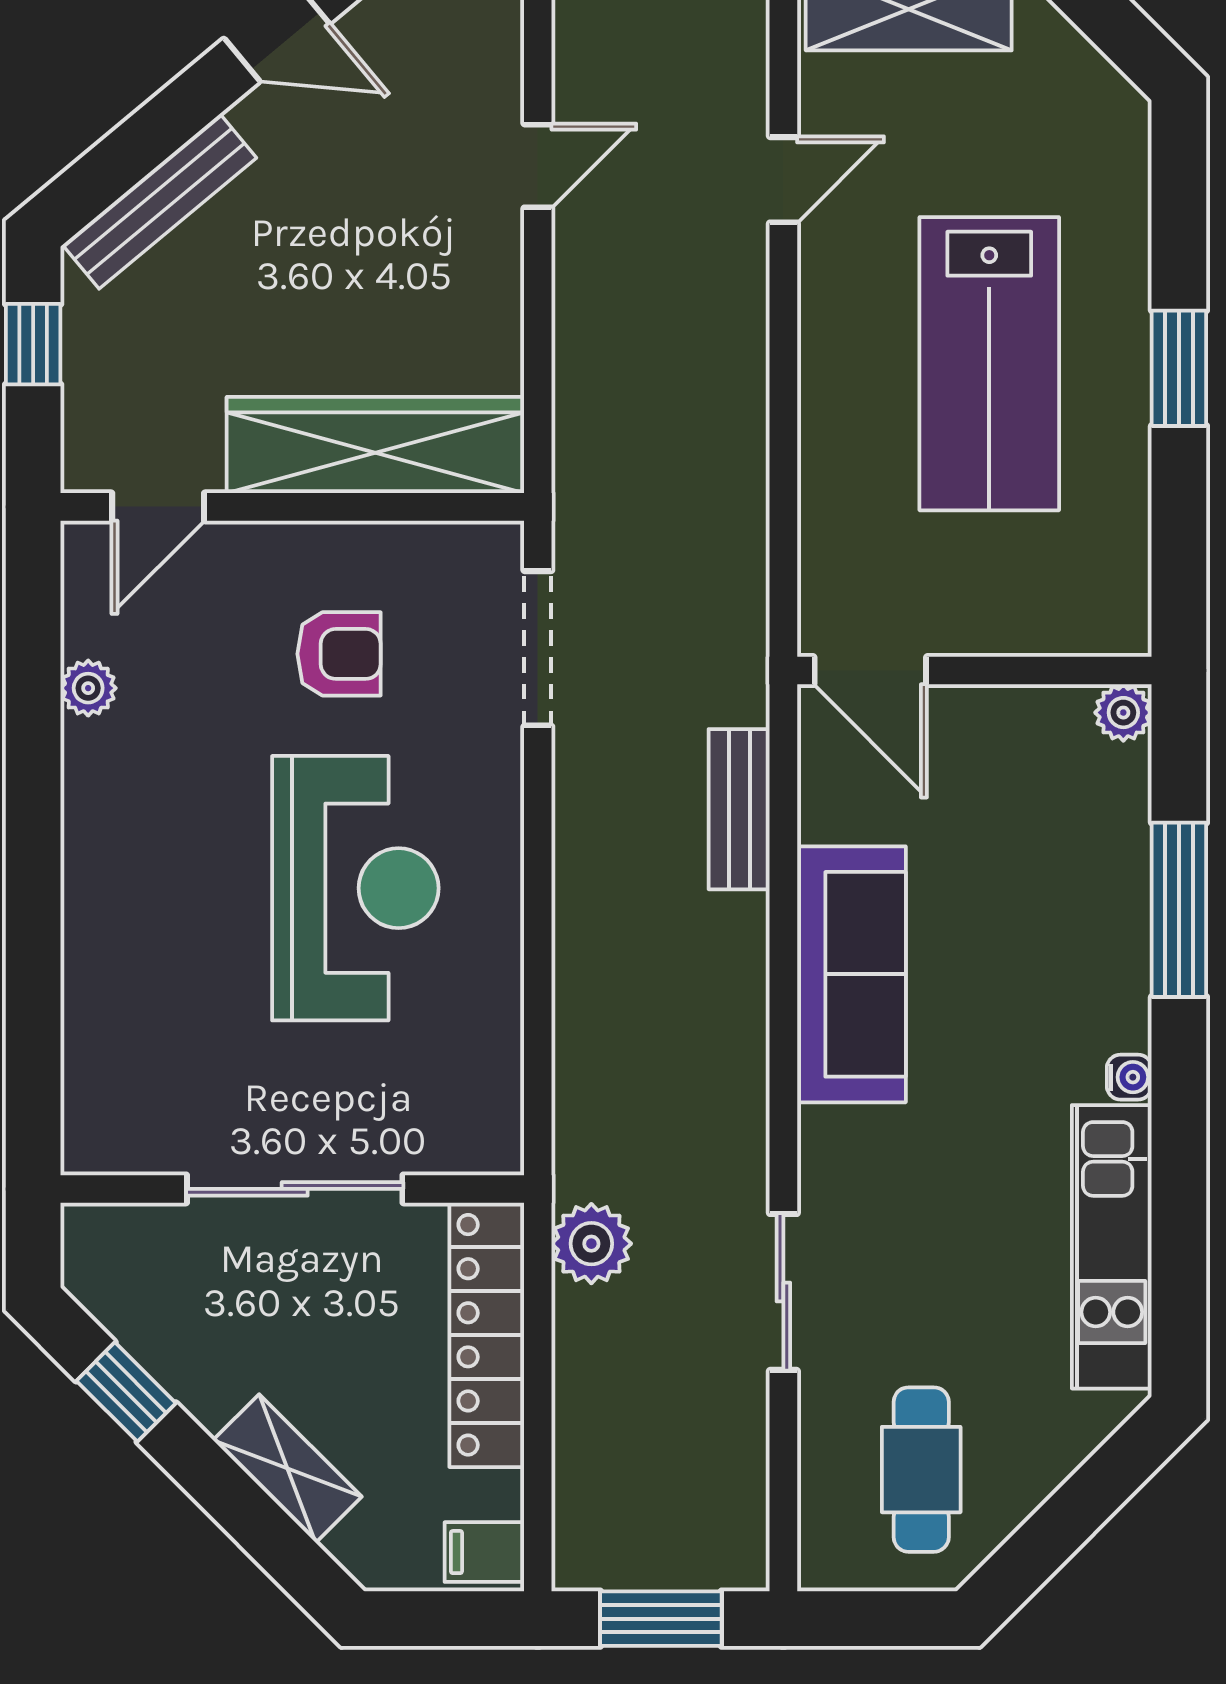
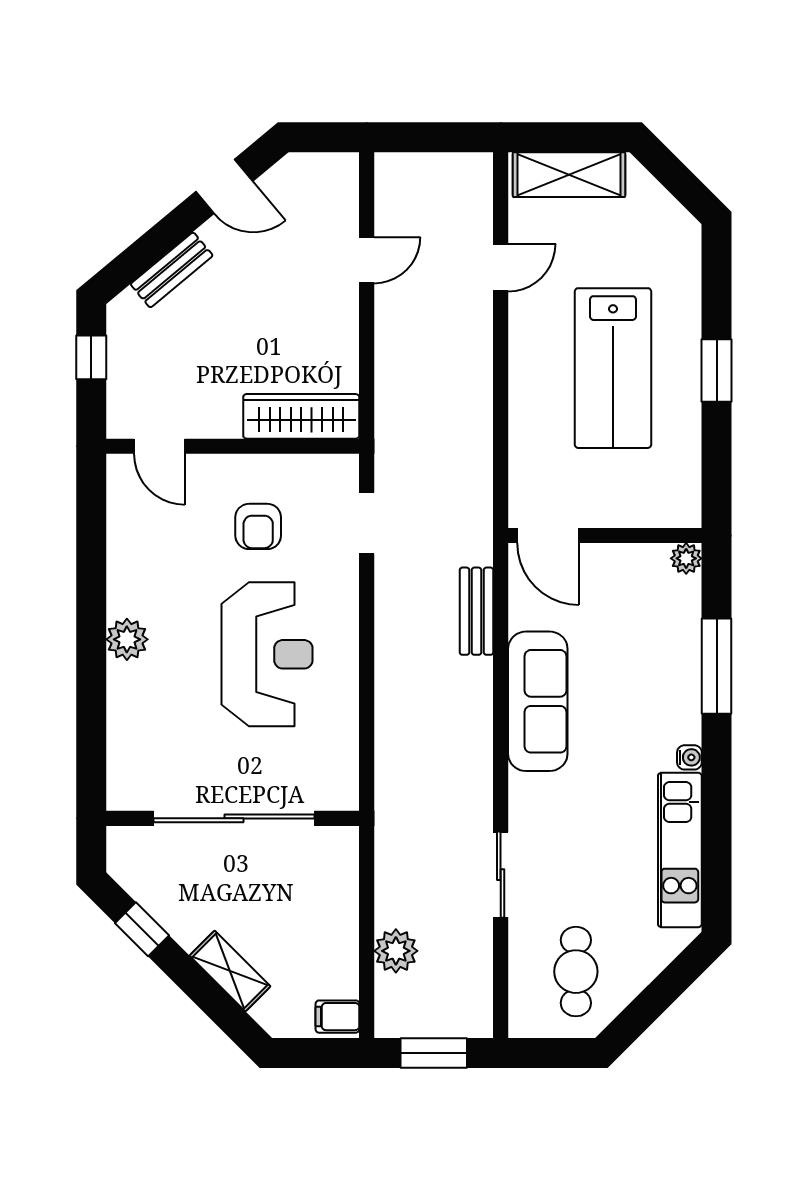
bench: (159, 201) -> (172, 270), width x0.73
wardrobe: (375, 445) -> (301, 416), width x0.71, depth x0.85
door: (158, 507) -> (159, 446), hinge flipped
doorway: (538, 648) -> (367, 523), width x0.73
armchair: (339, 654) -> (258, 526), turned 90
plant: (88, 688) -> (127, 639), moved, width x1.38, depth x1.38
sliding door: (295, 1189) -> (234, 818), width x1.36
plant: (591, 1244) -> (396, 951), moved
locker: (487, 1335) -> (339, 898), removed

